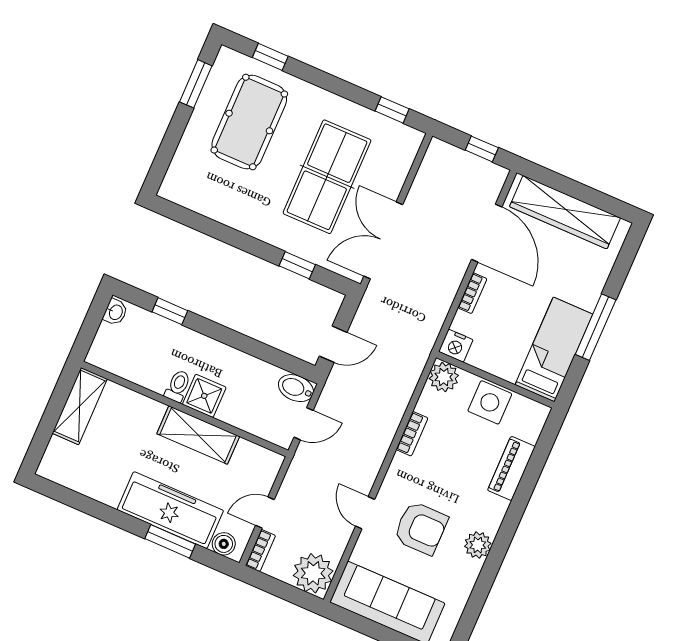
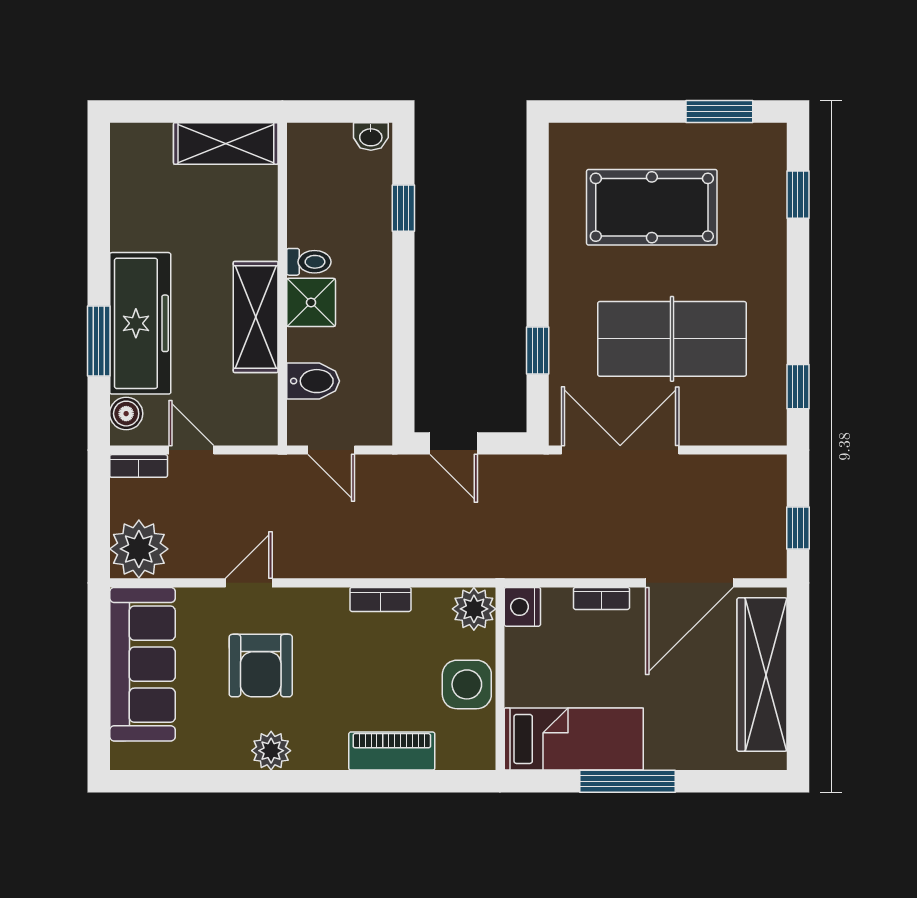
pool table: (249, 122) -> (652, 207), moved
bidet: (296, 388) -> (313, 381), moved, turned 90

